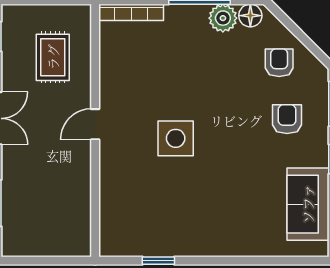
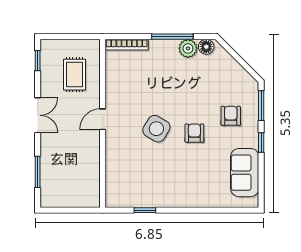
armchair: (279, 63) -> (194, 133), moved
side table: (176, 138) -> (156, 129), turned 31

